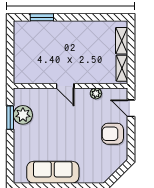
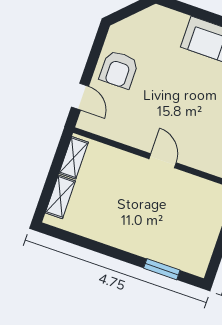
plant: (96, 93) -> (123, 135), removed
armchair: (113, 134) -> (119, 70), turned 90

